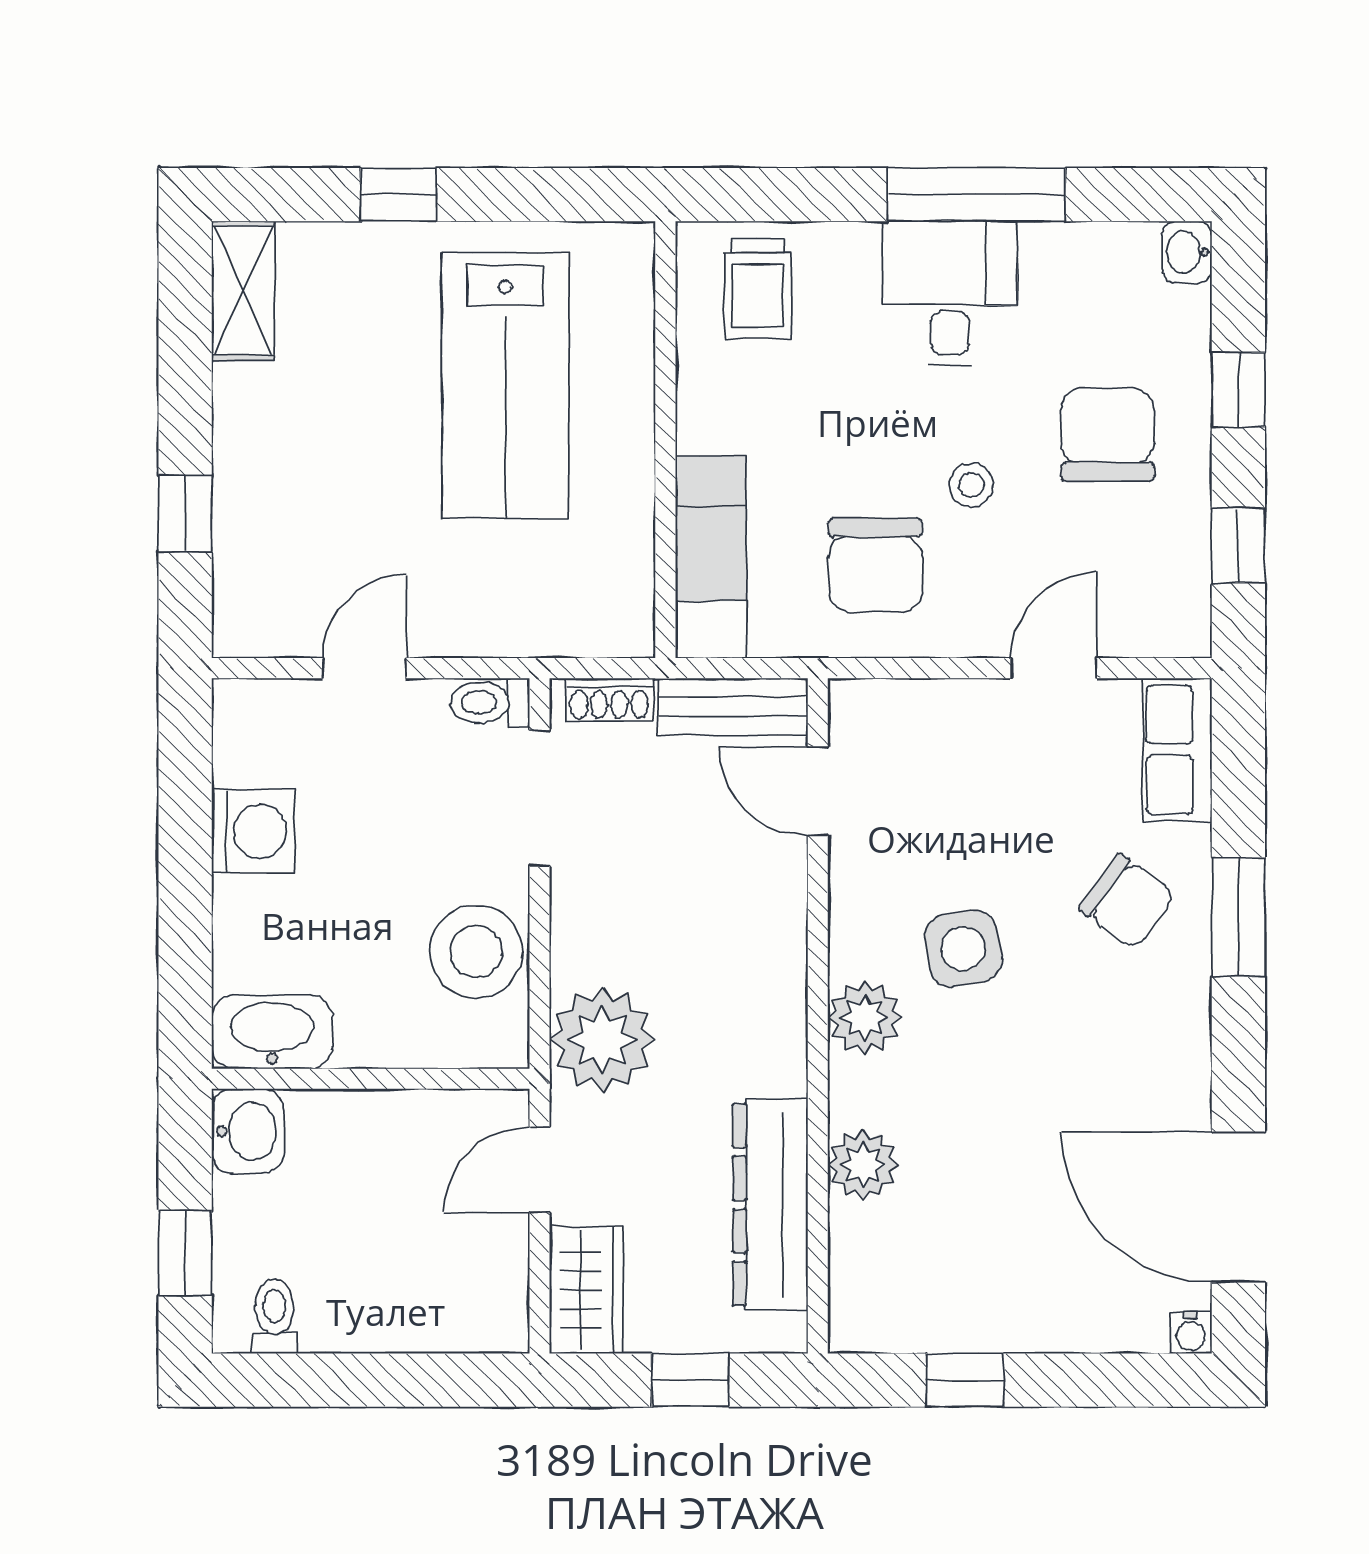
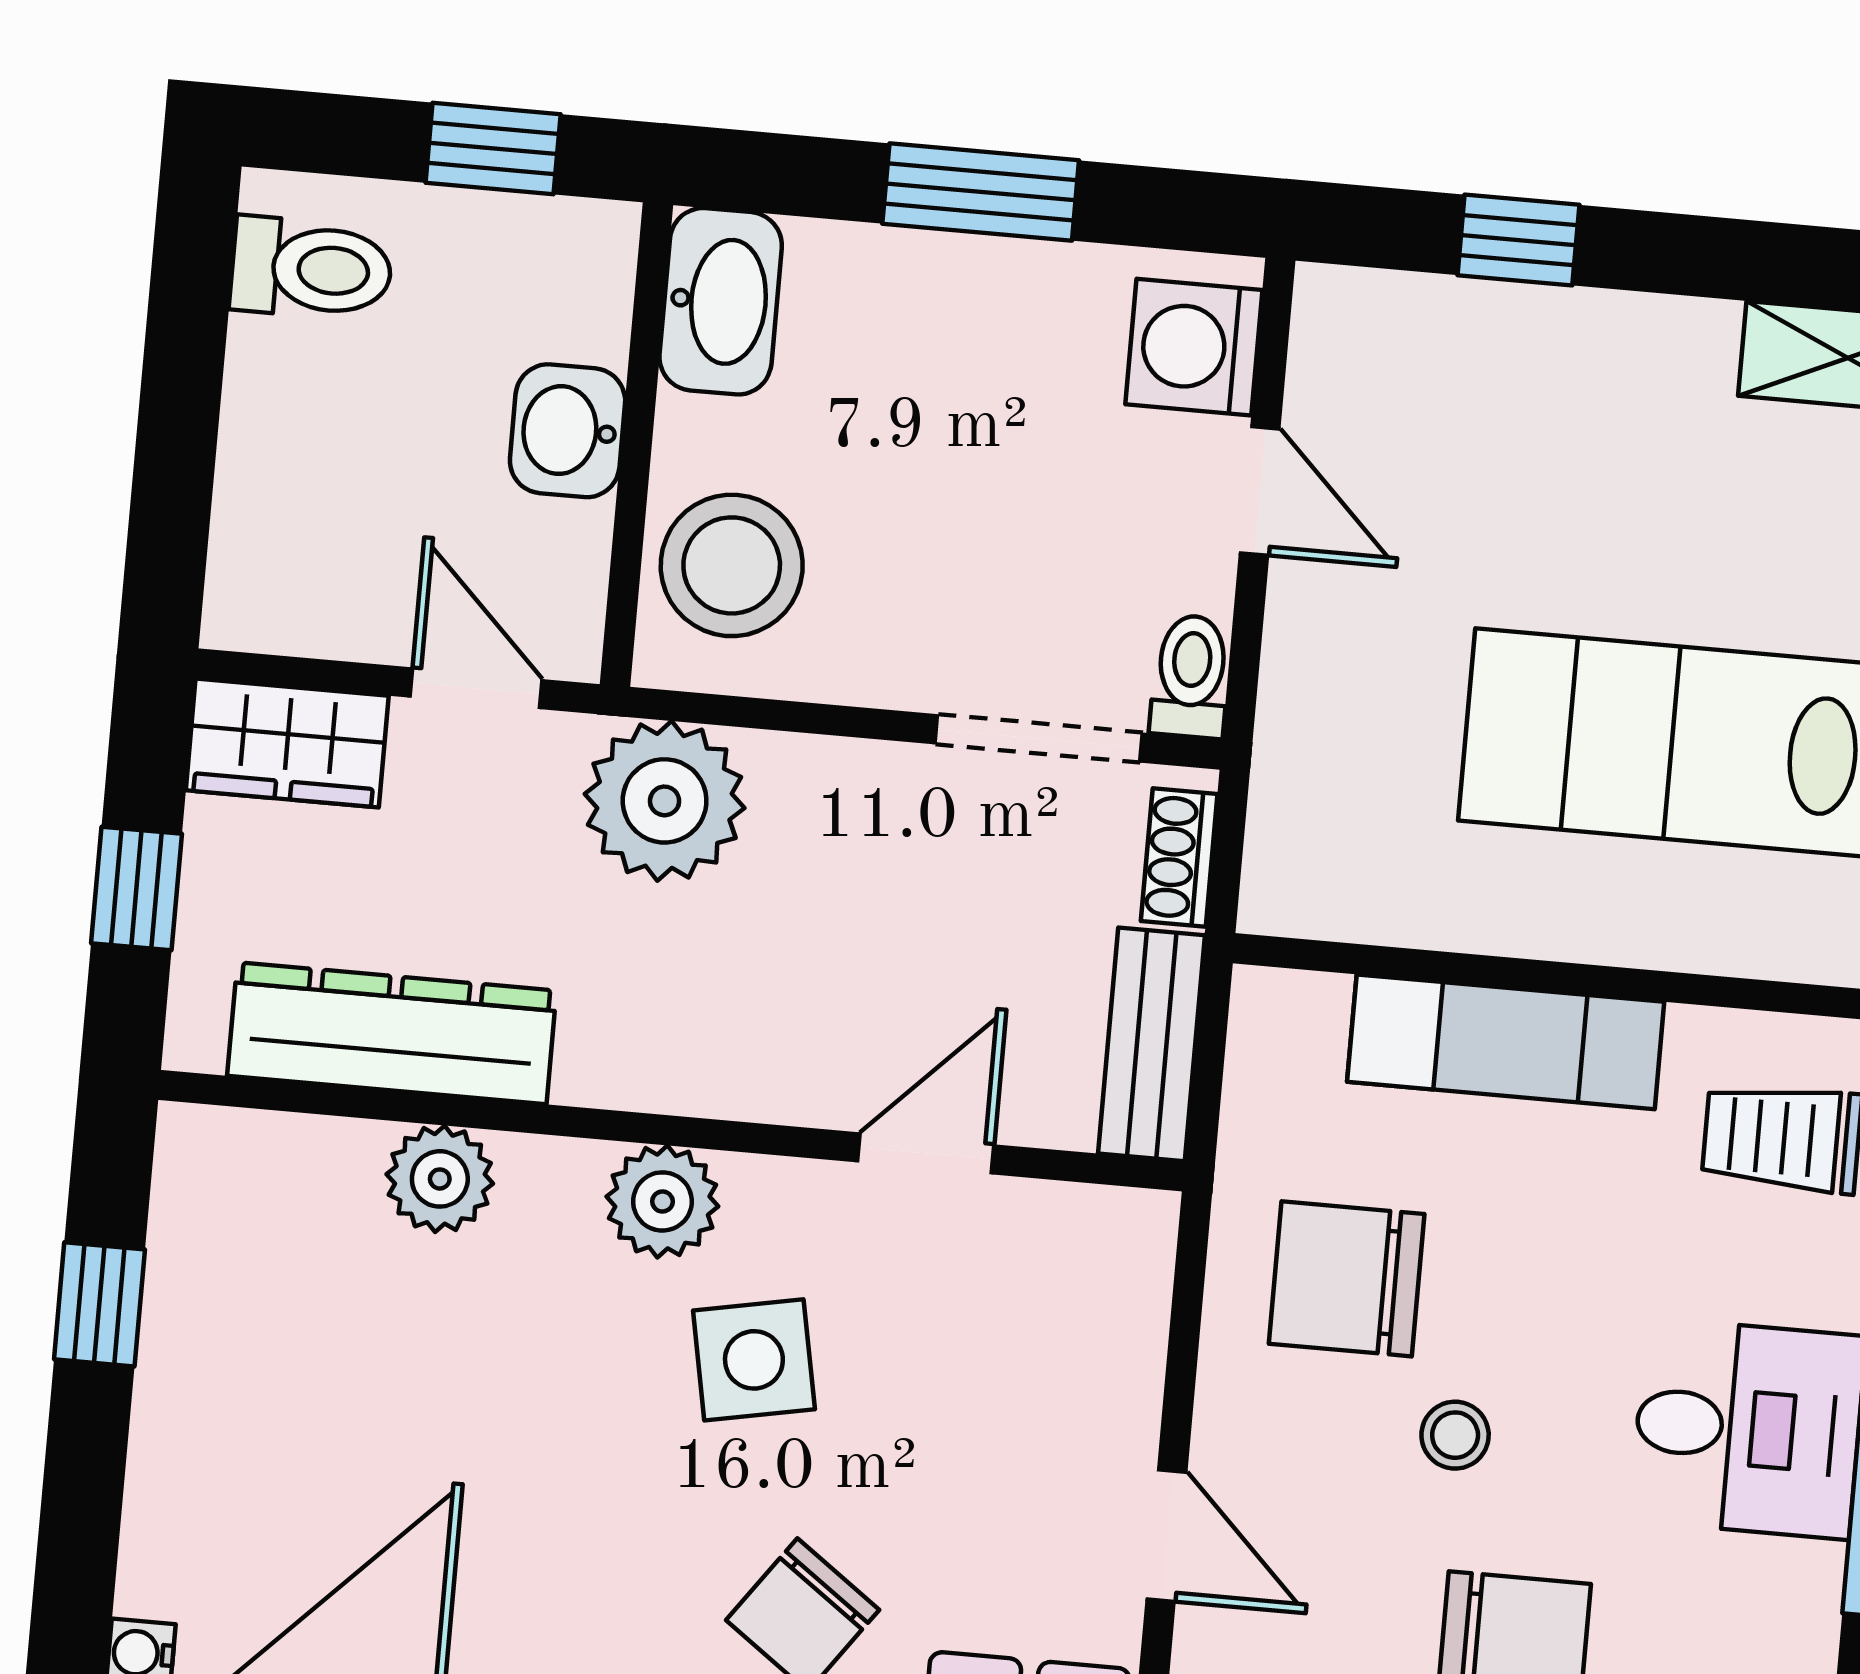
exam couch: (711, 557) -> (1506, 1042), moved
door: (818, 792) -> (926, 1153), moved
washing machine: (253, 831) -> (1194, 347), moved, turned 90
window: (185, 868) -> (981, 192), added
stool: (476, 952) -> (732, 565), moved
washbasin: (248, 1131) -> (568, 431), moved, turned 90
window: (185, 1253) -> (493, 148), moved
toilet: (275, 1316) -> (311, 269), width x1.37, depth x1.39

